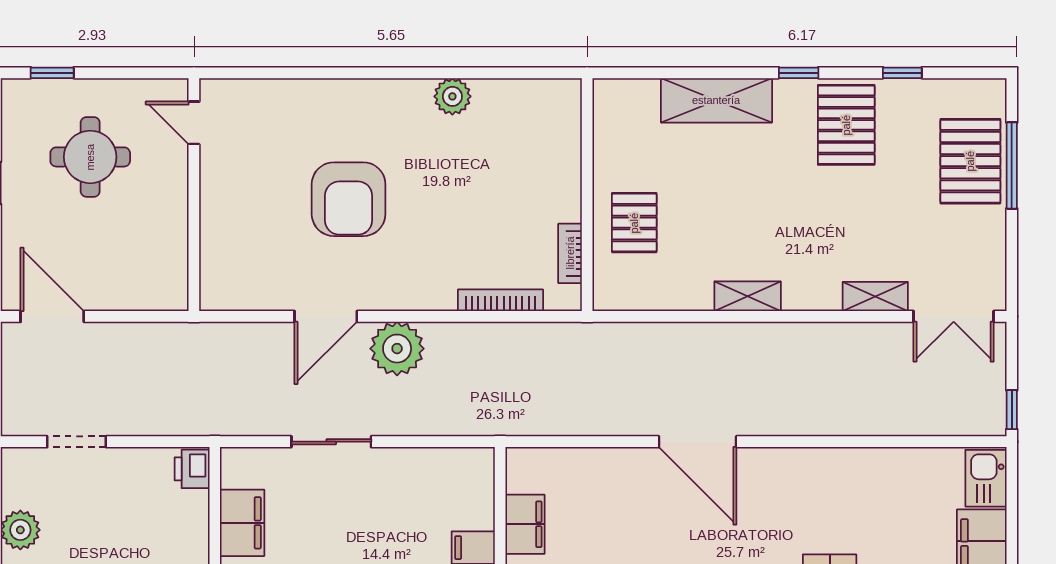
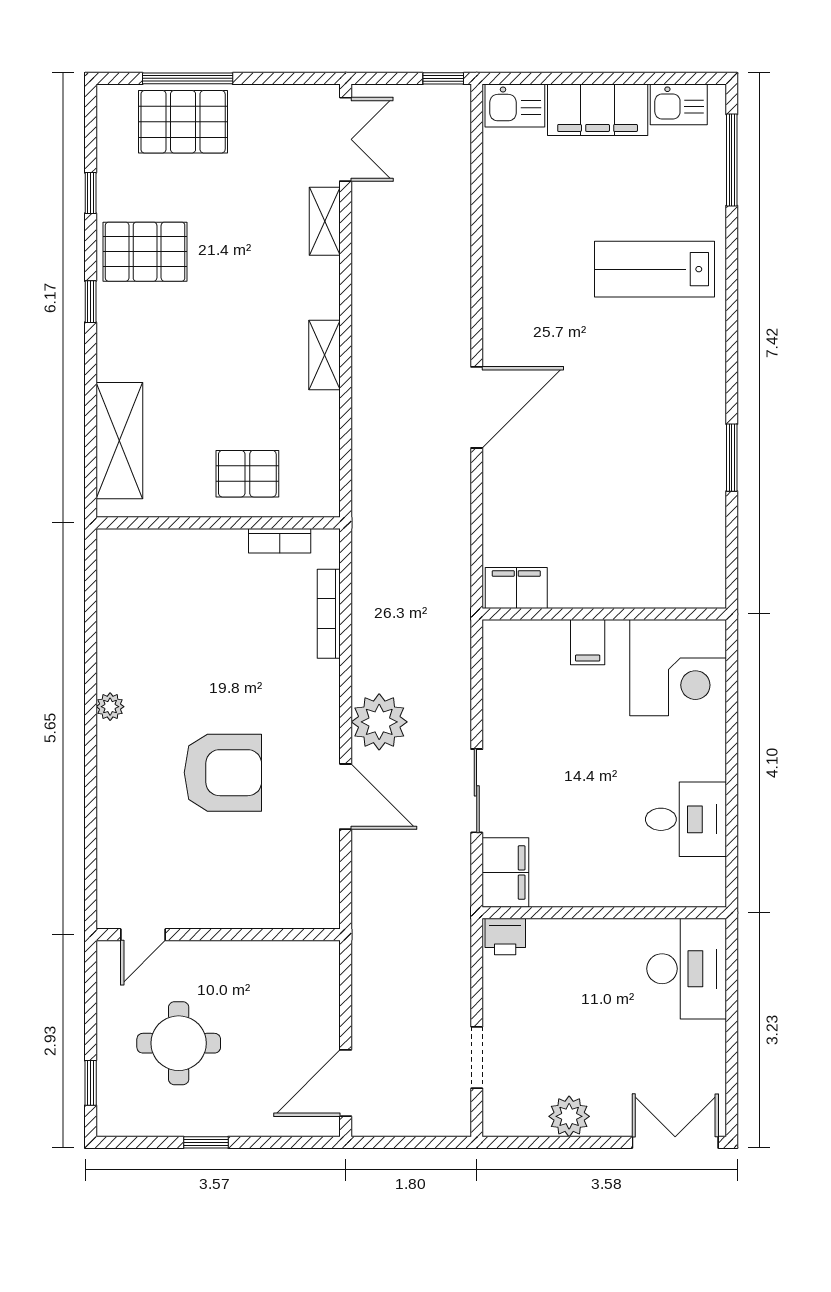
plant: (452, 96) -> (110, 707), moved, width x0.73, depth x0.73
shelving: (716, 100) -> (119, 441), moved
filing cabinet: (242, 523) -> (505, 873), moved, turned 90
filing cabinet: (525, 524) -> (516, 588), moved

